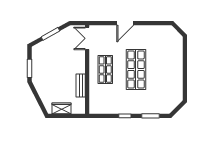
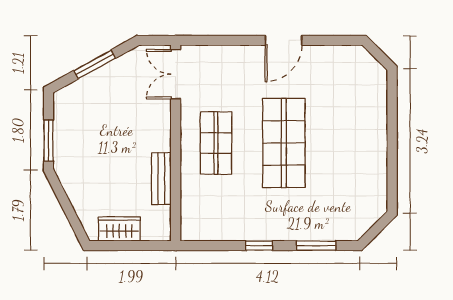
door: (125, 23) -> (284, 40), moved

